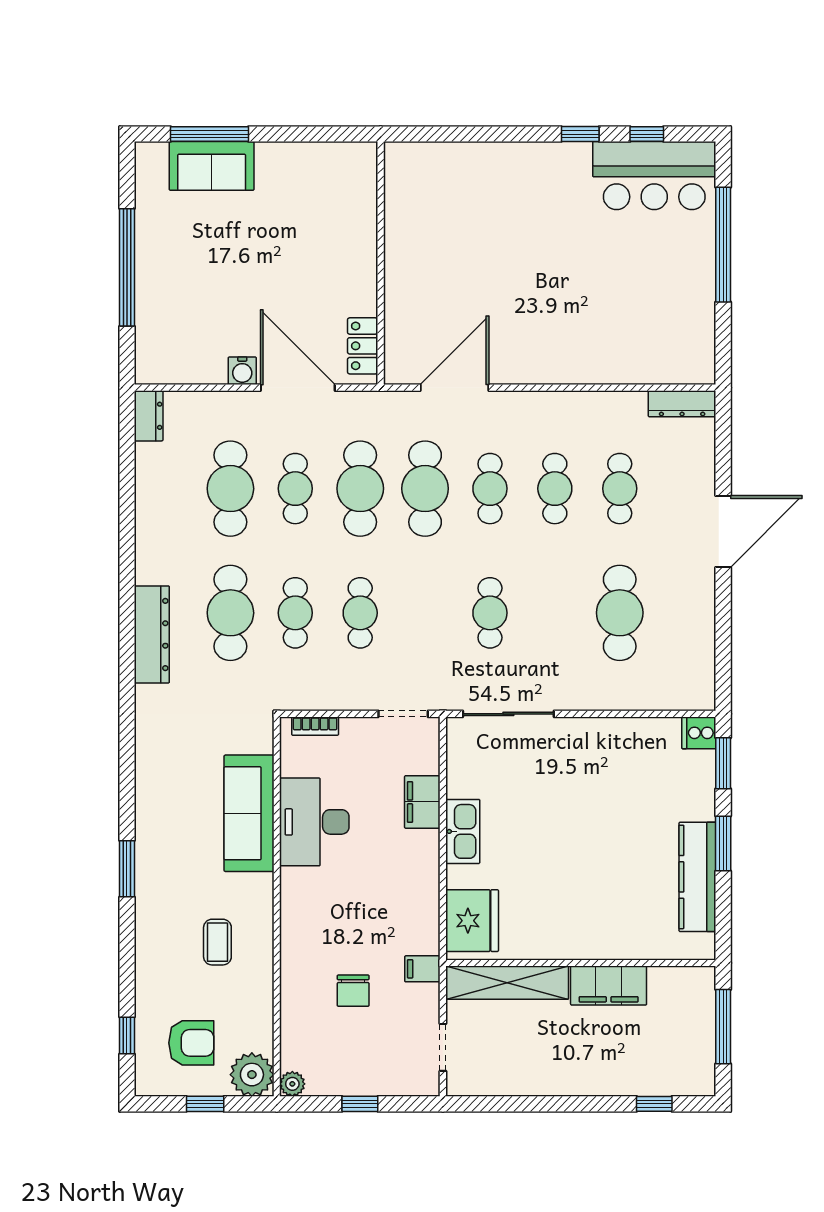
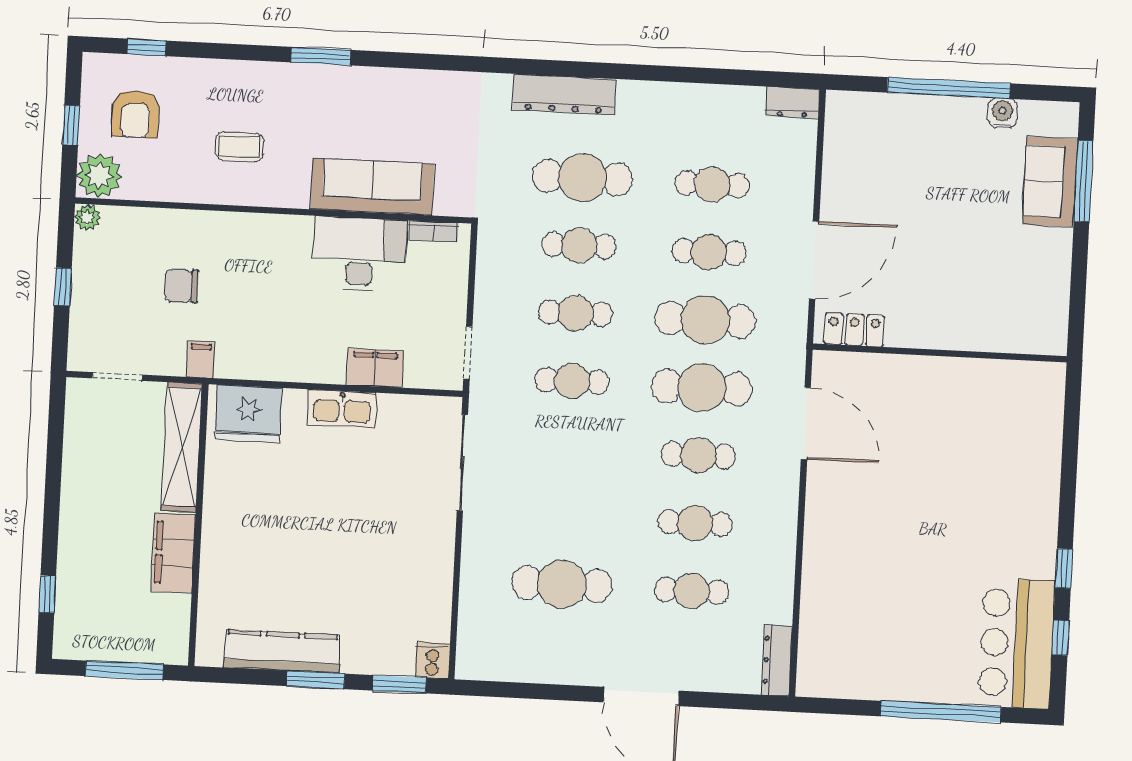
water cooler: (242, 371) -> (1002, 113), moved, turned 90
cafe table: (230, 489) -> (712, 184), width x0.73, depth x0.74
cafe table: (490, 613) -> (572, 381), moved
bookcase: (315, 726) -> (434, 231), moved, turned -90

